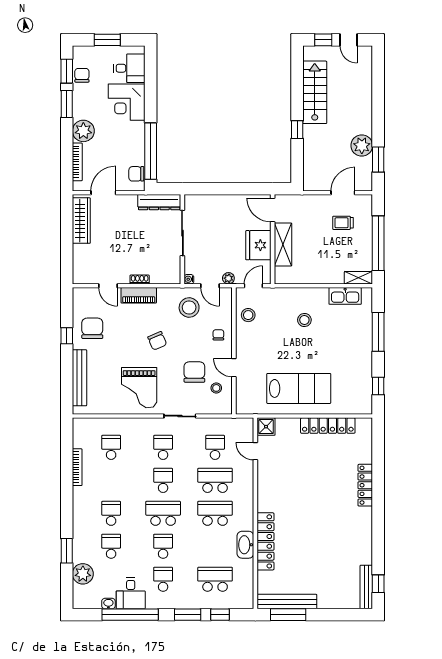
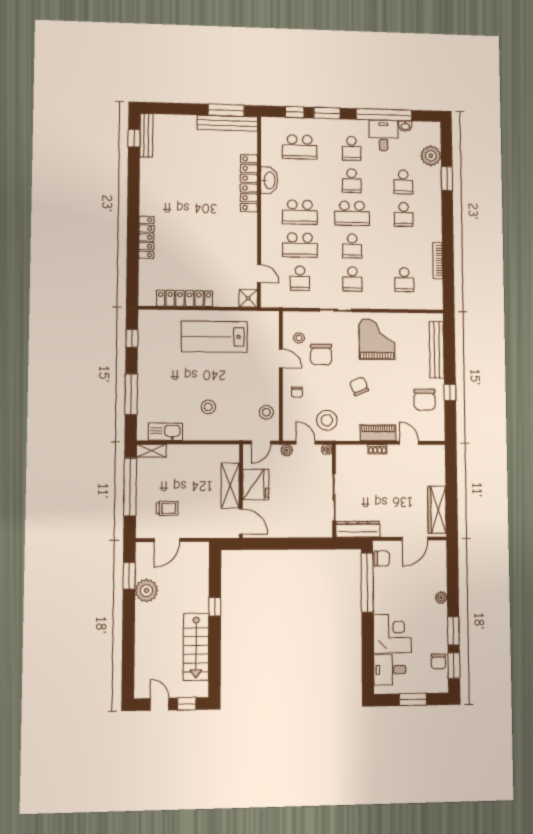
plant: (83, 131) -> (441, 598), width x0.53, depth x0.53
bookcase: (77, 162) -> (442, 571), removed

